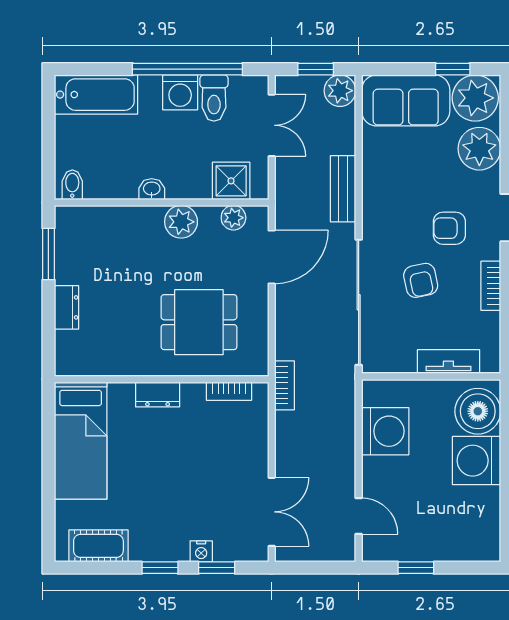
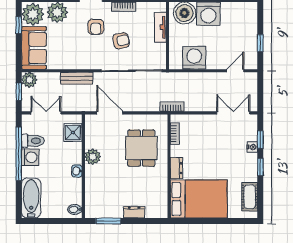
plant: (233, 218) -> (91, 131), removed
bed: (81, 441) -> (199, 199), width x1.50

